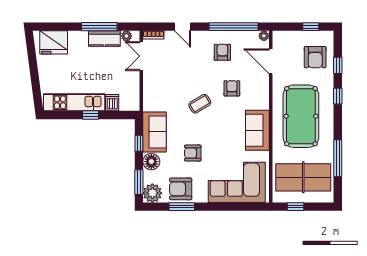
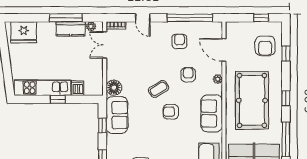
plant: (264, 36) -> (218, 79), moved
window: (338, 96) -> (286, 98), moved
armchair: (193, 153) -> (171, 112), moved
floor lamp: (151, 162) -> (114, 88), moved

